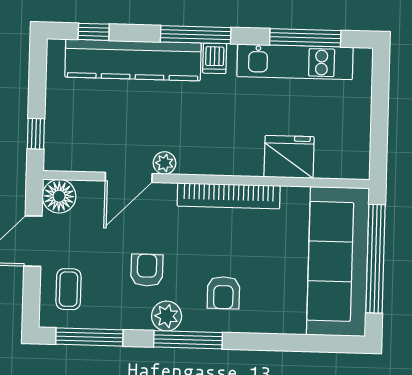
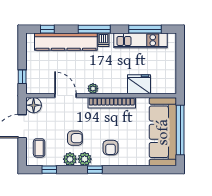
plant: (164, 163) -> (93, 89), moved
door: (129, 177) -> (65, 96), swing flipped
armchair: (147, 270) -> (75, 138), turned 90
plant: (135, 315) -> (70, 159), added
window: (89, 337) -> (49, 170), width x0.46
window: (188, 340) -> (95, 170), width x0.46

